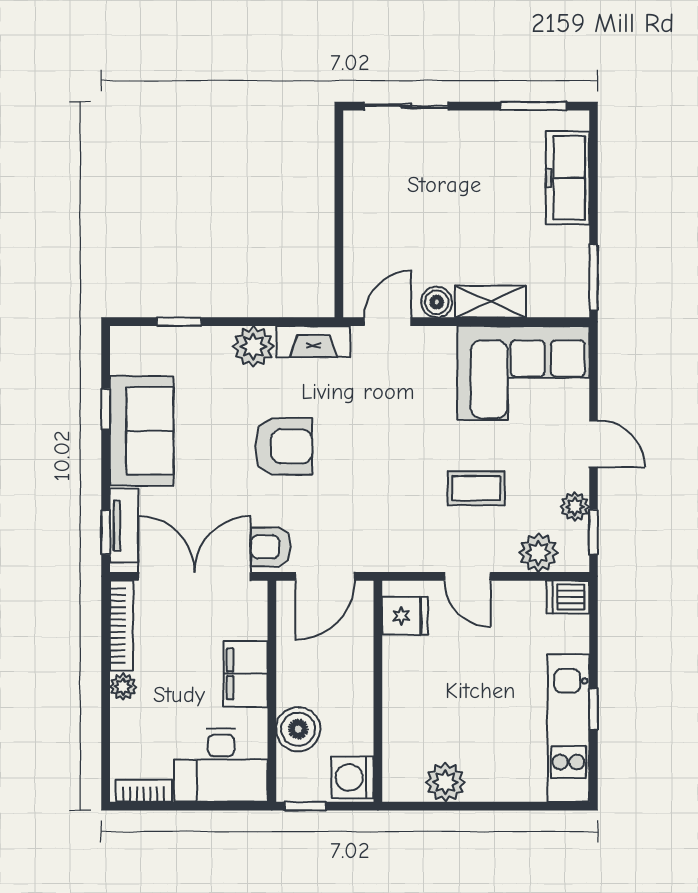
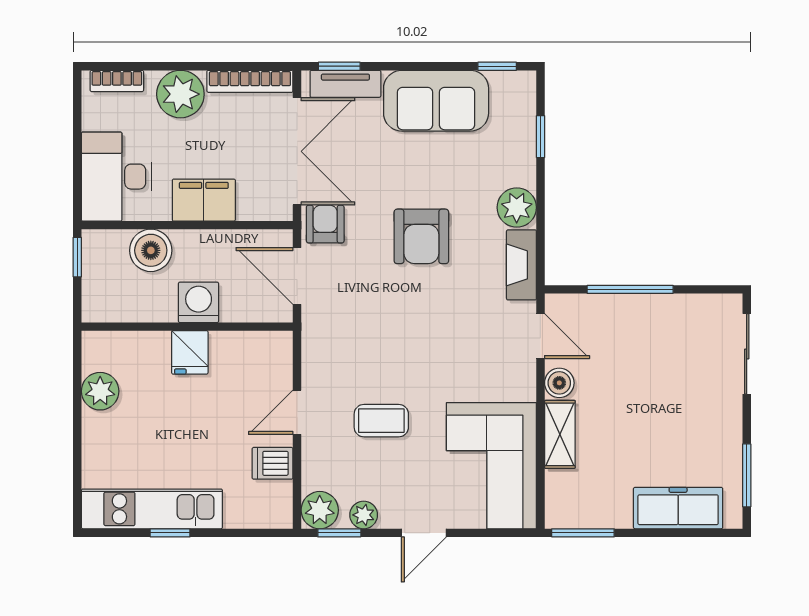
window: (339, 228) -> (630, 289), added
window: (106, 409) -> (497, 66), moved
coffee table: (476, 488) -> (381, 421), turned 90
plant: (538, 553) -> (320, 510), moved
dishwasher: (568, 597) -> (273, 463), moved, turned -90
fridge: (405, 616) -> (190, 352), moved
plant: (123, 687) -> (180, 94), width x1.87, depth x1.87
washing machine: (353, 777) -> (199, 302), moved
bookcase: (144, 791) -> (117, 81), moved, turned 90

